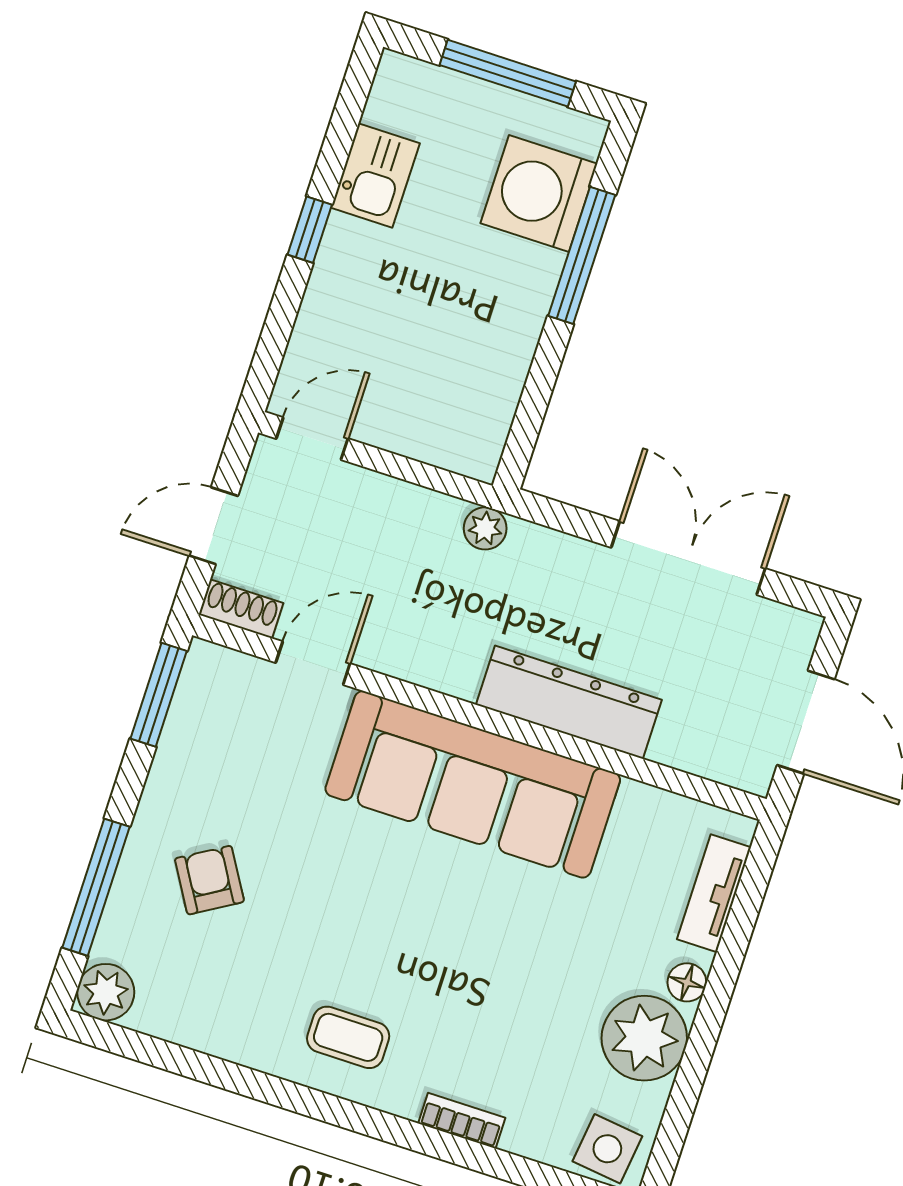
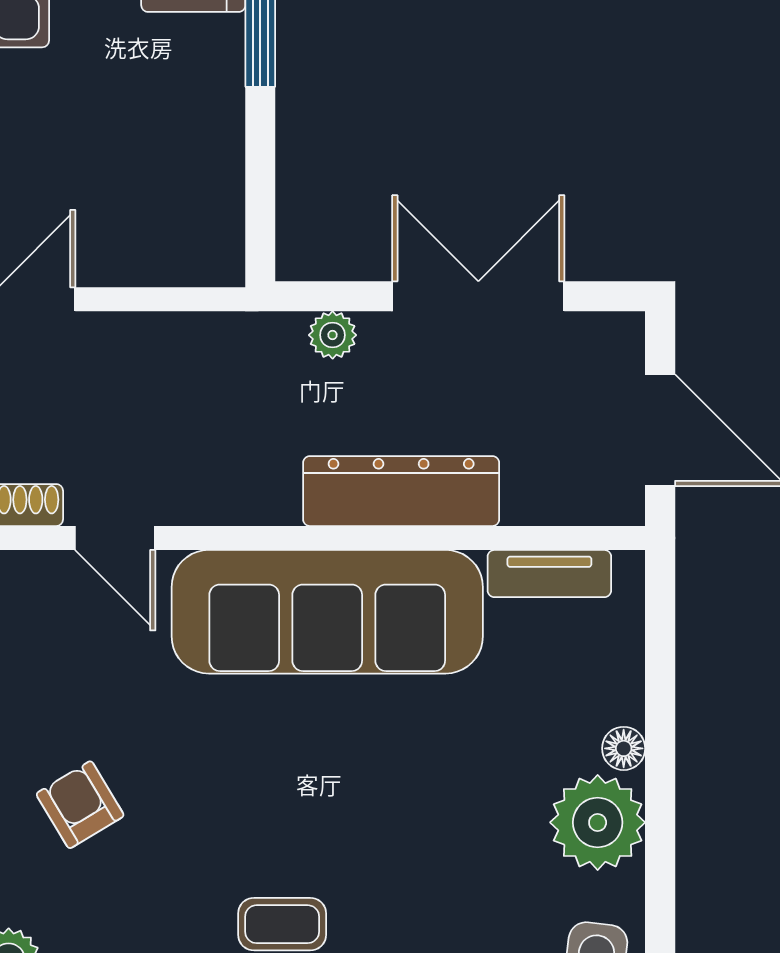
plant: (485, 528) -> (333, 335), moved
door: (313, 663) -> (115, 538), swing flipped
tv unit: (714, 893) -> (549, 574), moved, turned -90

